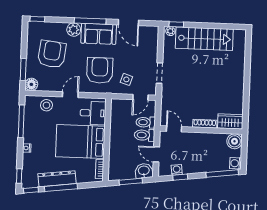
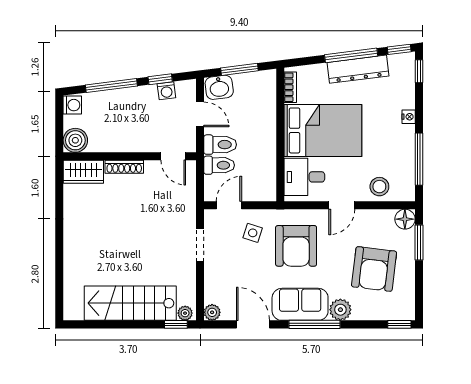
plant: (154, 31) -> (212, 312), added
window: (222, 174) -> (111, 85), moved

